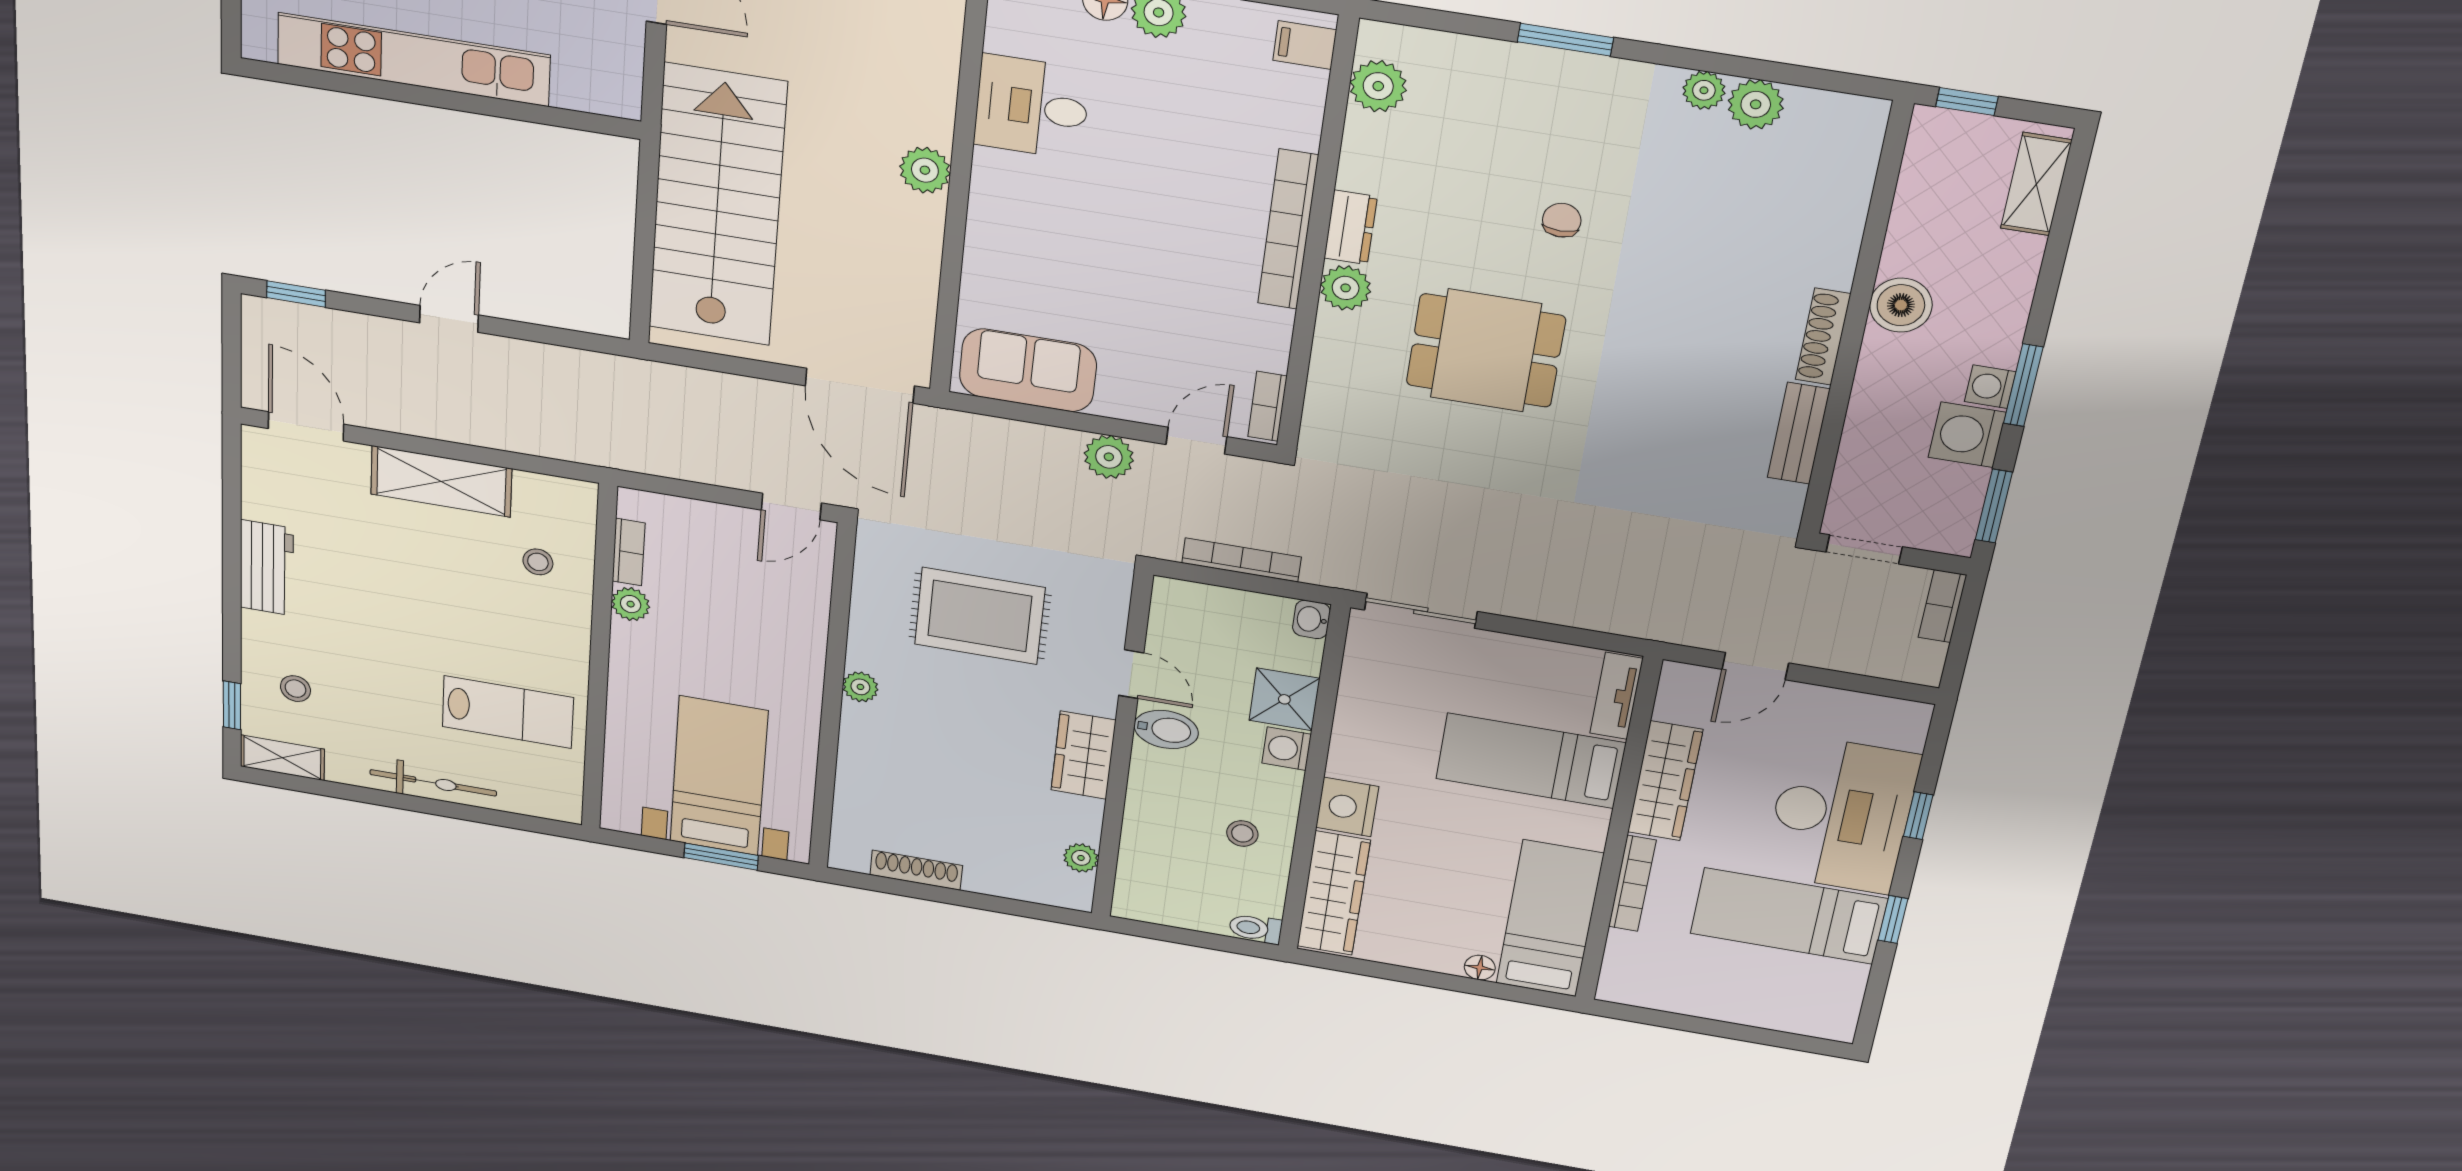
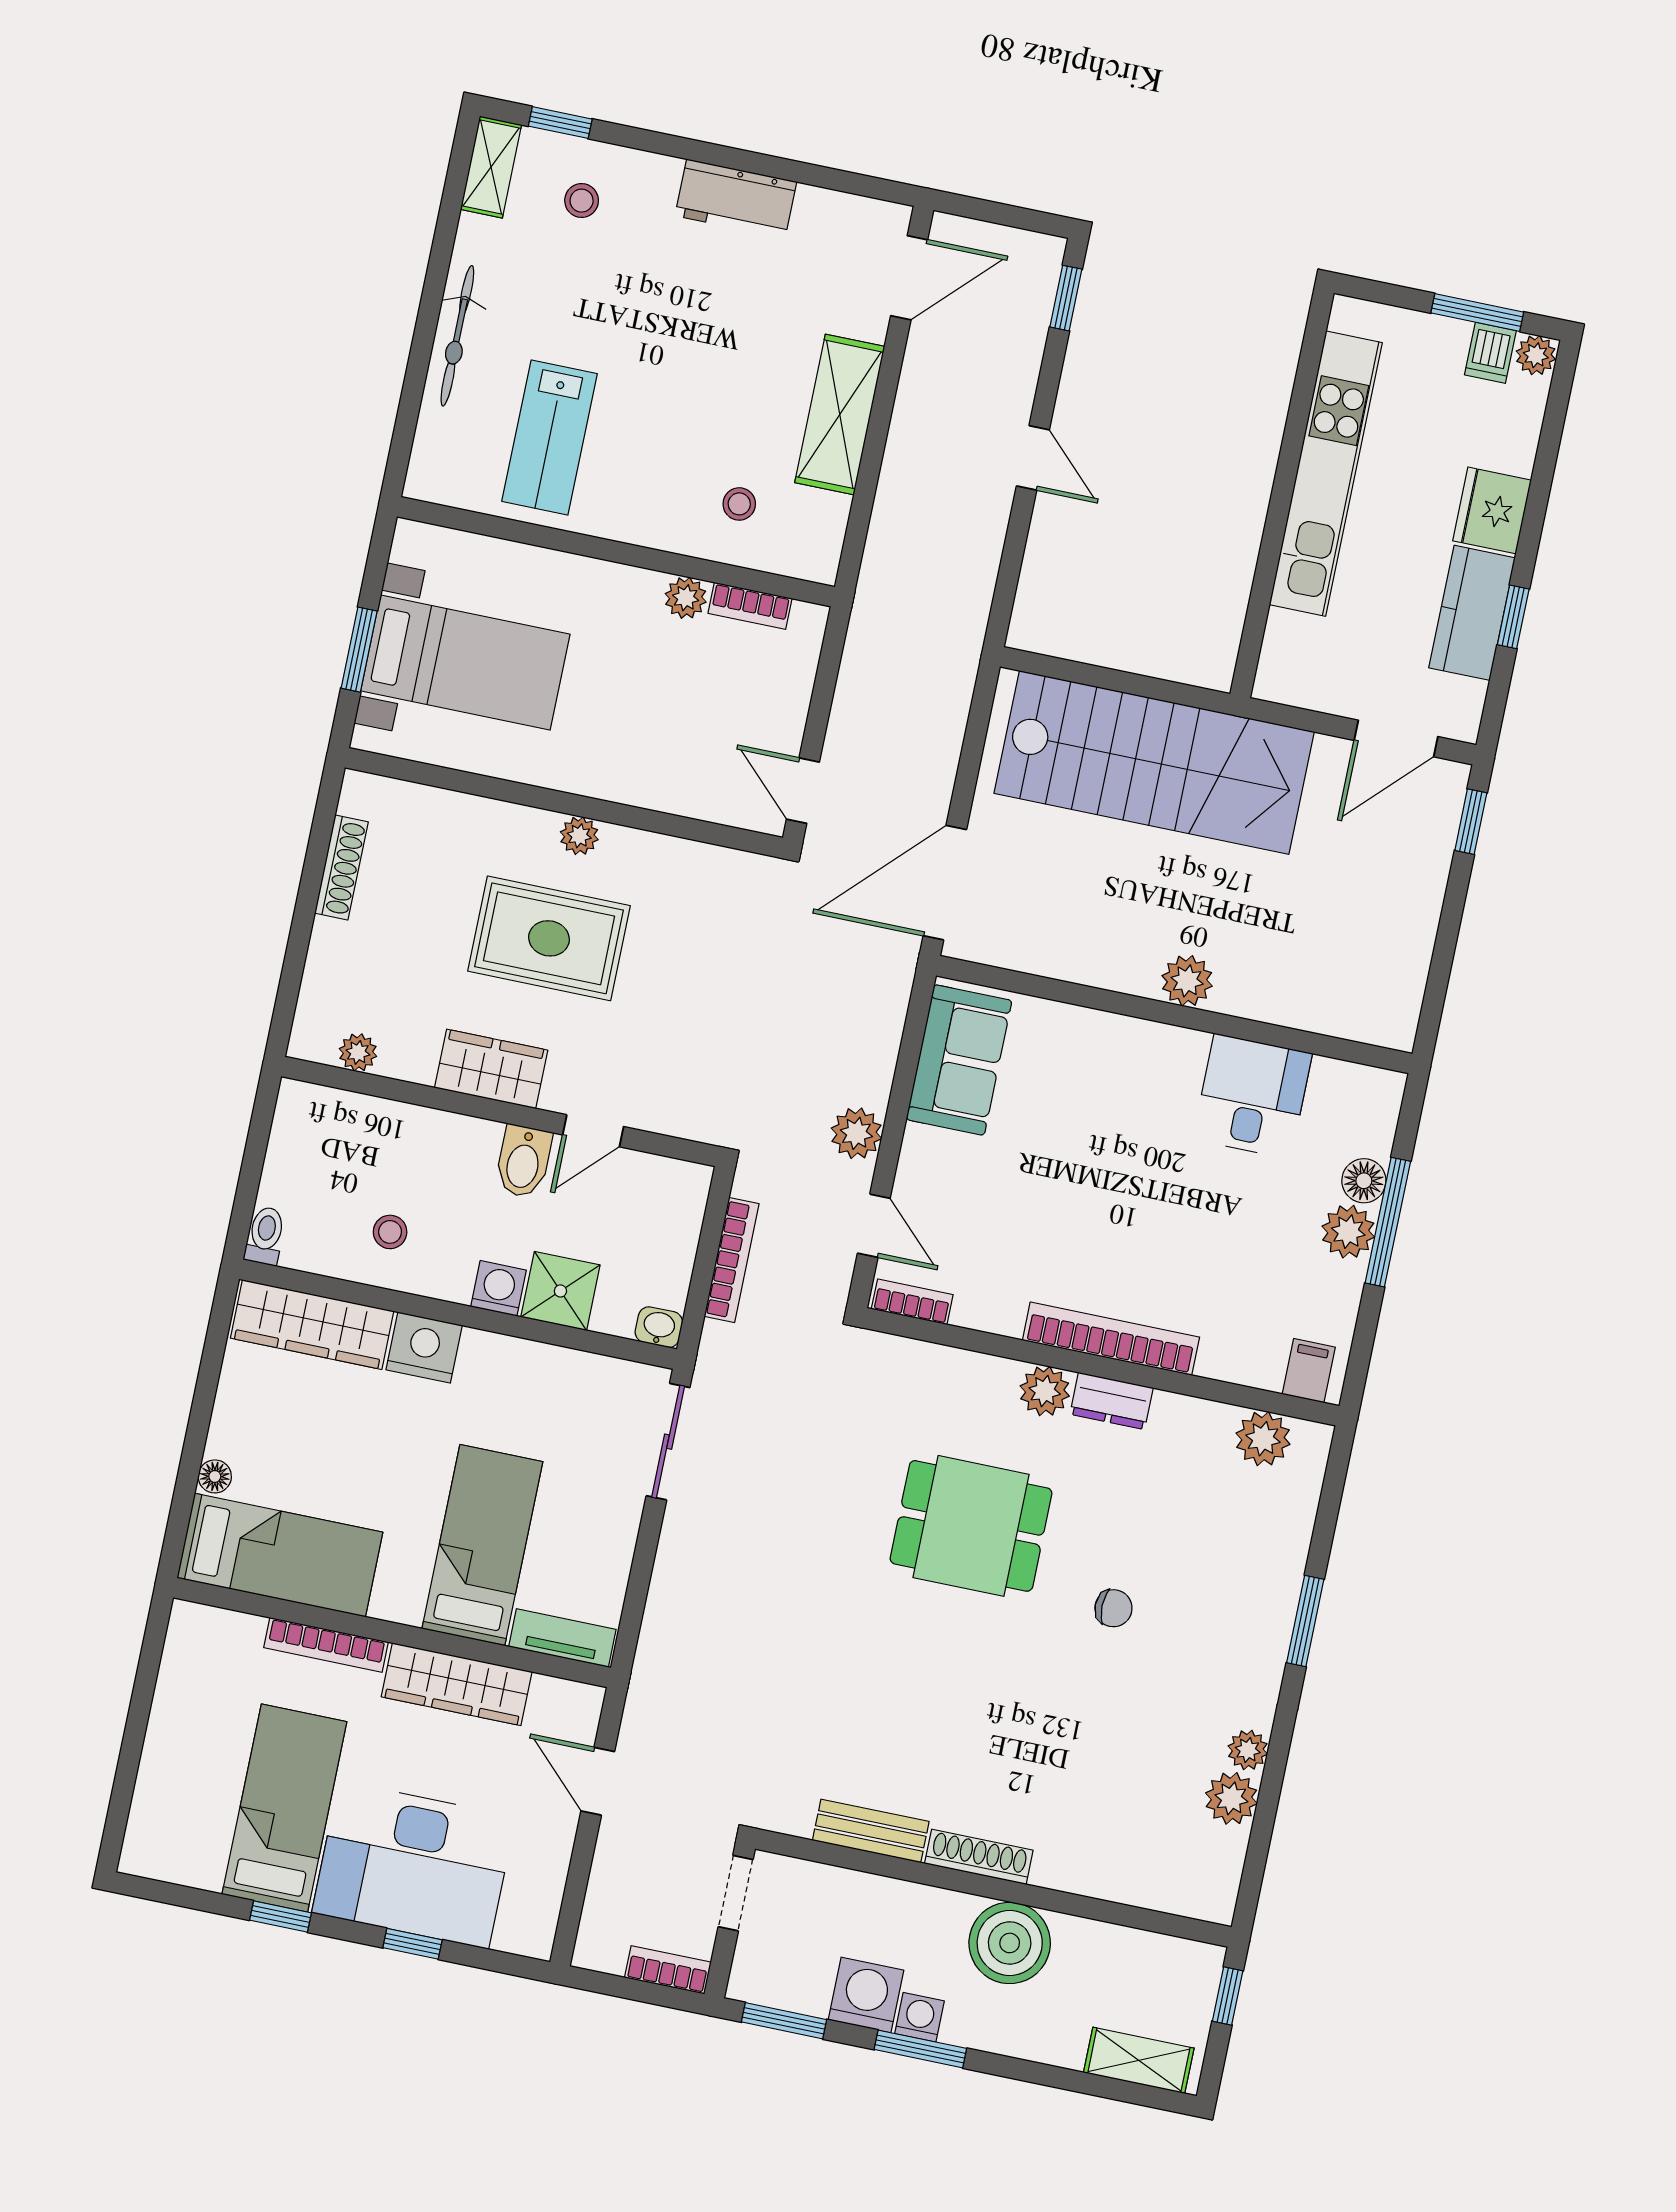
boiler: (1901, 305) -> (1010, 1943), width x1.37, depth x1.37
dining table: (1486, 351) -> (971, 1526), turned 90
rug: (980, 616) -> (549, 938), moved, turned 90

